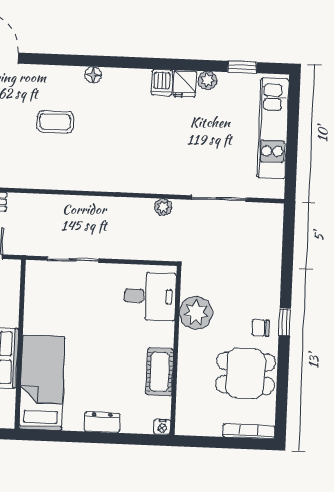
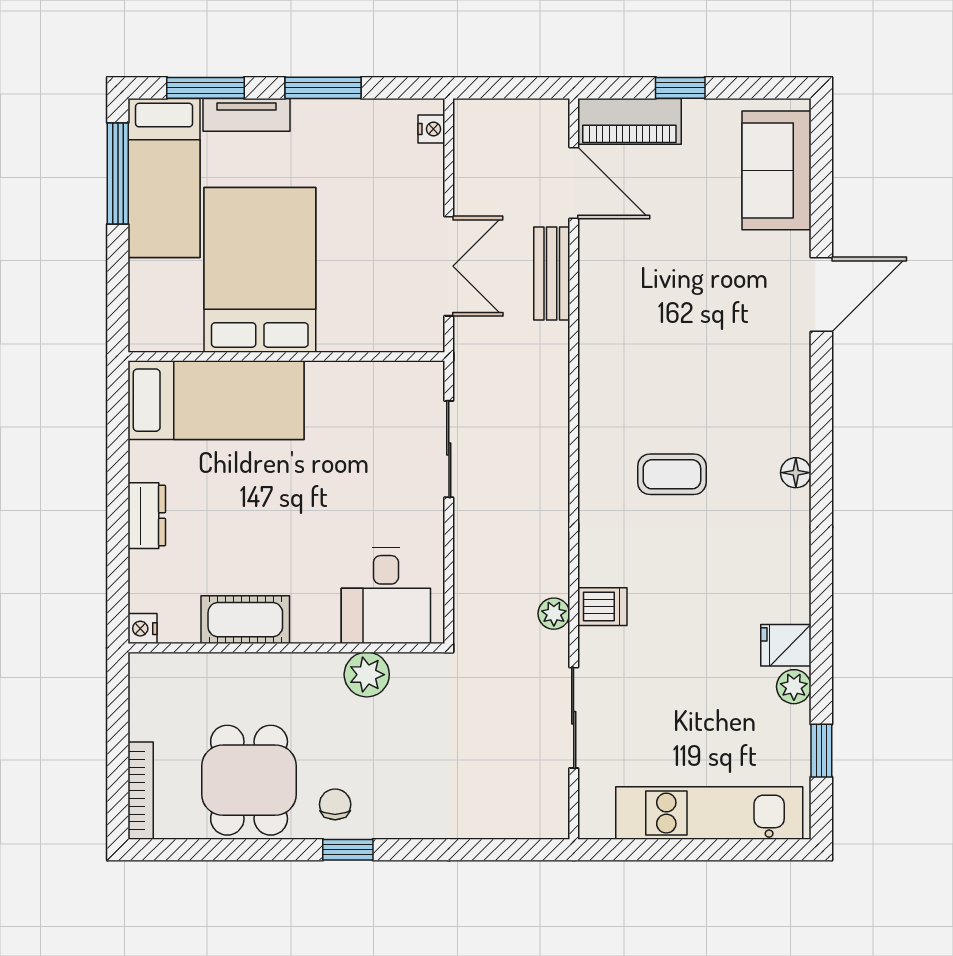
dishwasher: (162, 83) -> (602, 607), moved, turned 180
coffee table: (55, 122) -> (672, 474), moved, turned 90
plant: (196, 313) -> (367, 675), width x0.73, depth x0.73

